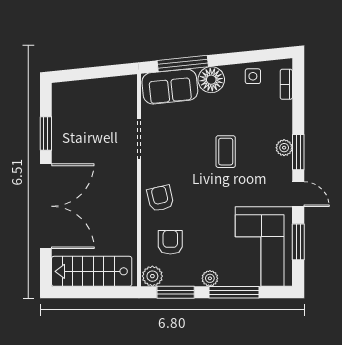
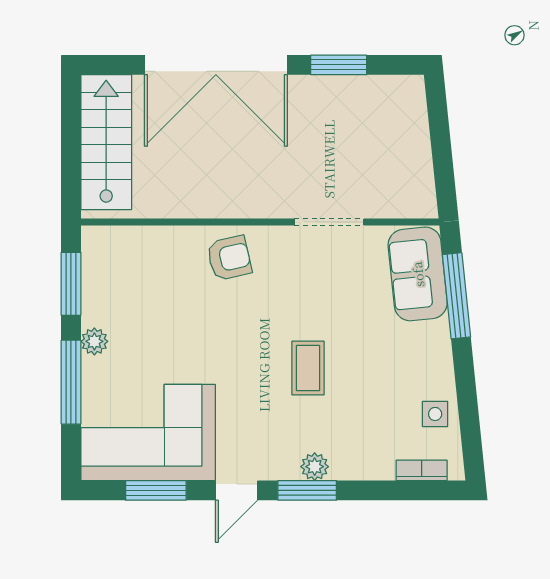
floor lamp: (211, 80) -> (429, 344), removed
coffee table: (226, 152) -> (308, 368), turned 90
armchair: (170, 242) -> (155, 275), removed
plant: (152, 276) -> (98, 245), removed

